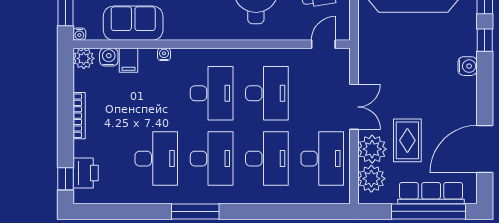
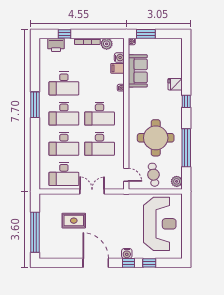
plant: (84, 58) -> (107, 44), moved
water cooler: (468, 66) -> (127, 253), moved
double door: (354, 107) -> (92, 191), swing flipped
plant: (372, 149) -> (69, 201), removed
door: (485, 149) -> (96, 263), moved
window: (65, 179) -> (65, 34), moved
plant: (371, 179) -> (53, 201), removed
row of seats: (431, 193) -> (45, 234), removed

